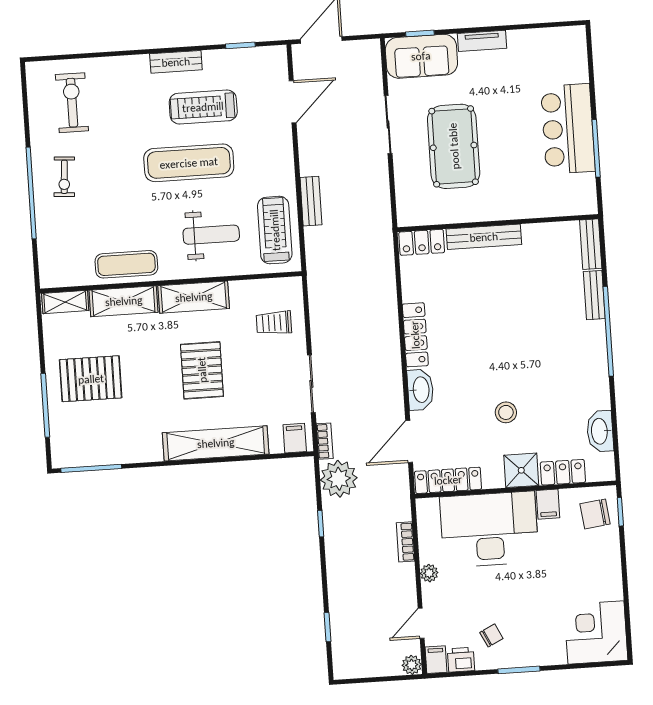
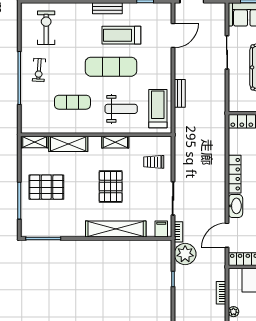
exercise mat: (126, 264) -> (72, 102), moved
shelving: (194, 297) -> (115, 142), width x0.67, depth x0.75

